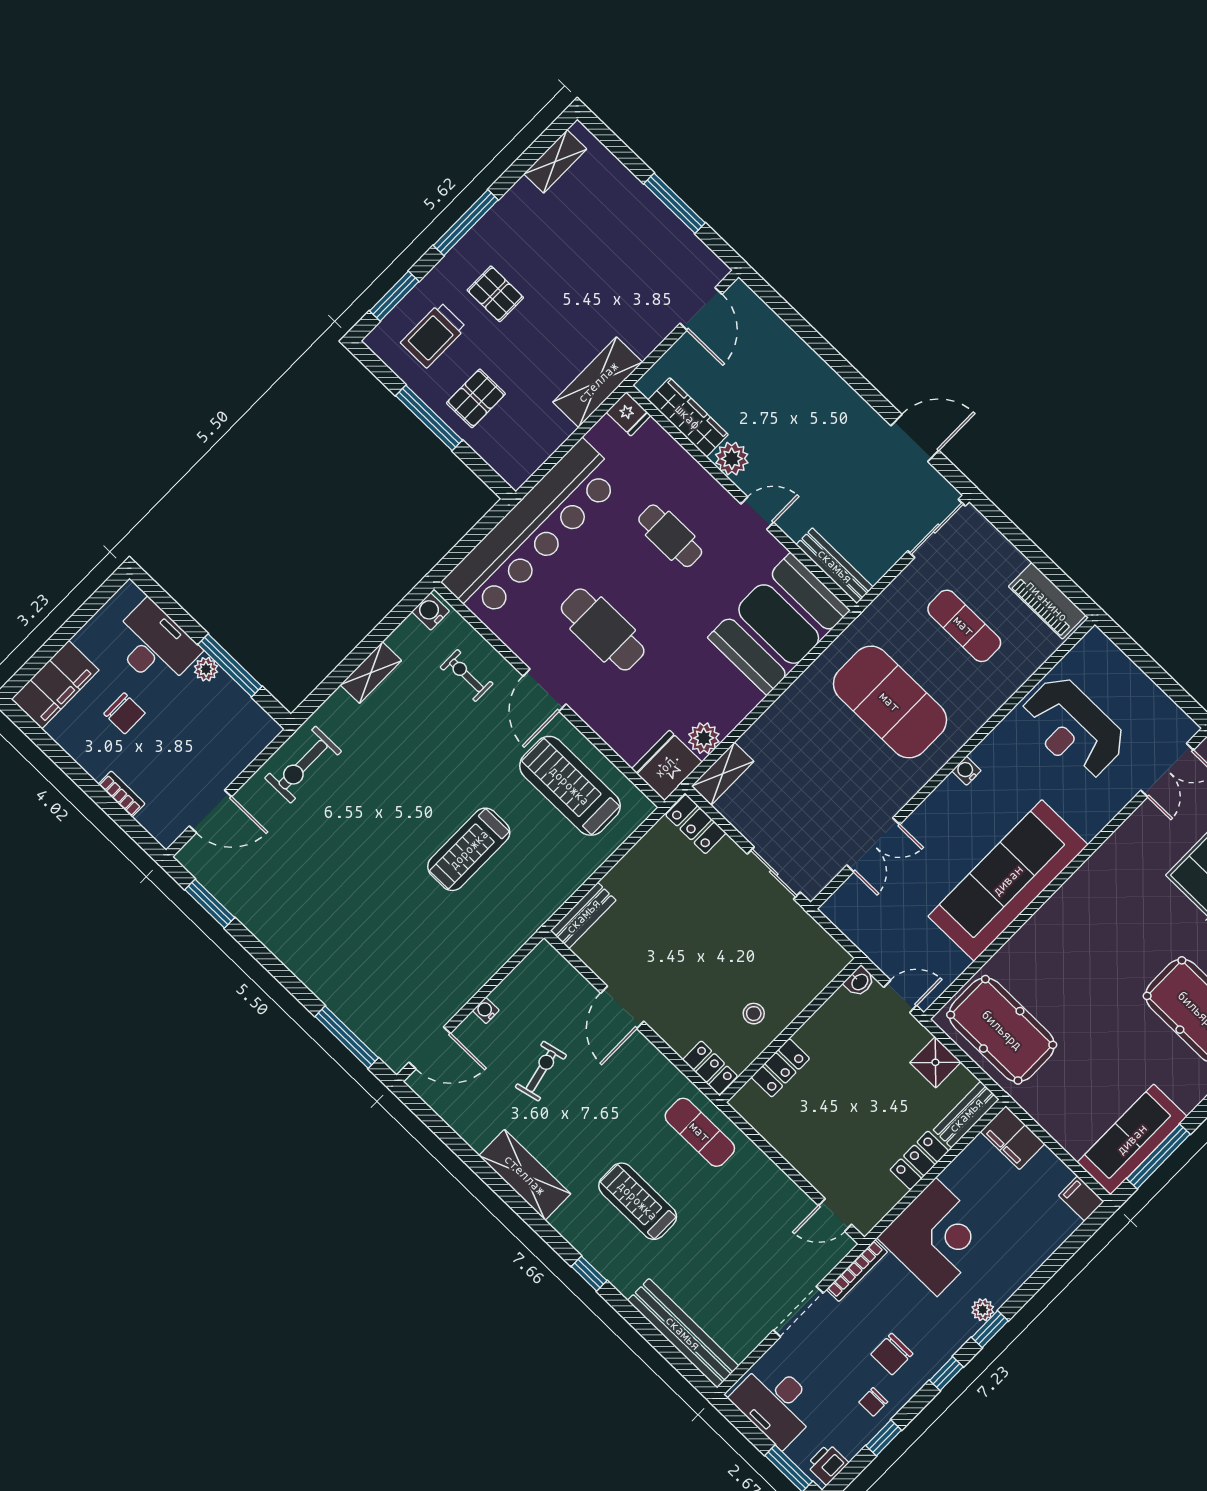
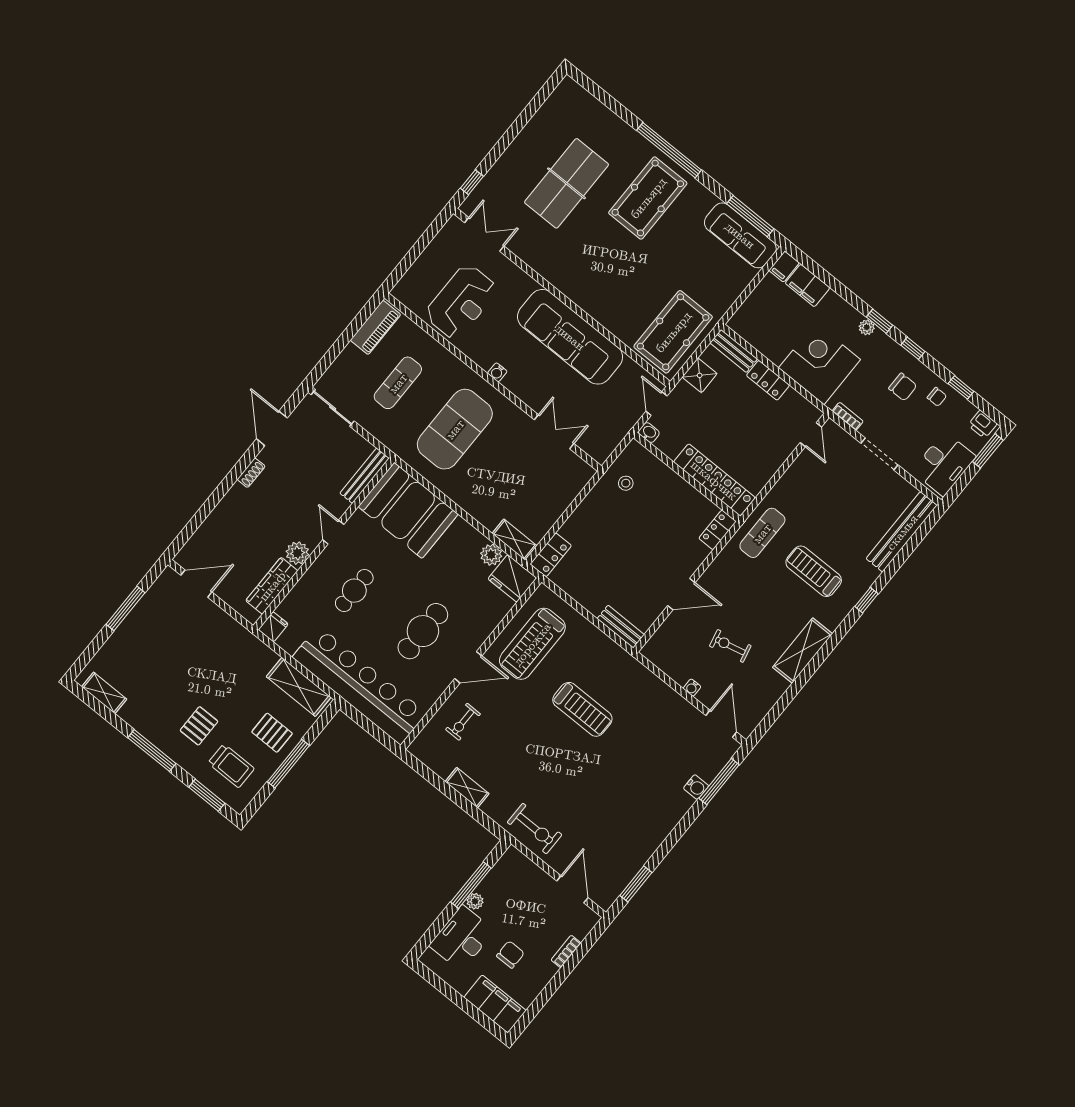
shelving: (598, 382) -> (299, 687), moved
shoe rack: (854, 402) -> (251, 473), added
water cooler: (431, 611) -> (696, 787), moved, turned -90
sliding door: (774, 873) -> (580, 498), removed
stool: (754, 1014) -> (626, 483), moved
locker: (780, 1068) -> (714, 480), width x2.16, depth x1.21
filing cabinet: (1013, 1138) -> (808, 285), moved, turned 90
treadmill: (638, 1201) -> (814, 571), turned 90
bookcase: (857, 1271) -> (848, 416), width x0.64

